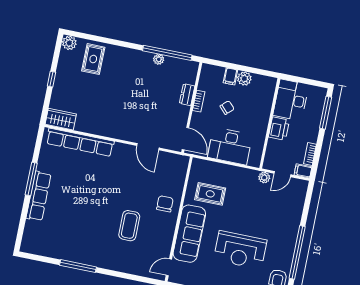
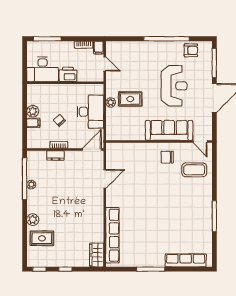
plant: (69, 43) -> (33, 220), moved
window: (58, 49) -> (39, 269), added
plant: (264, 178) -> (111, 102), moved
rug: (210, 194) -> (130, 99), moved, turned 90
row of seats: (39, 196) -> (186, 260), moved
chair: (165, 204) -> (167, 157), moved
coffee table: (129, 226) -> (194, 170), moved

